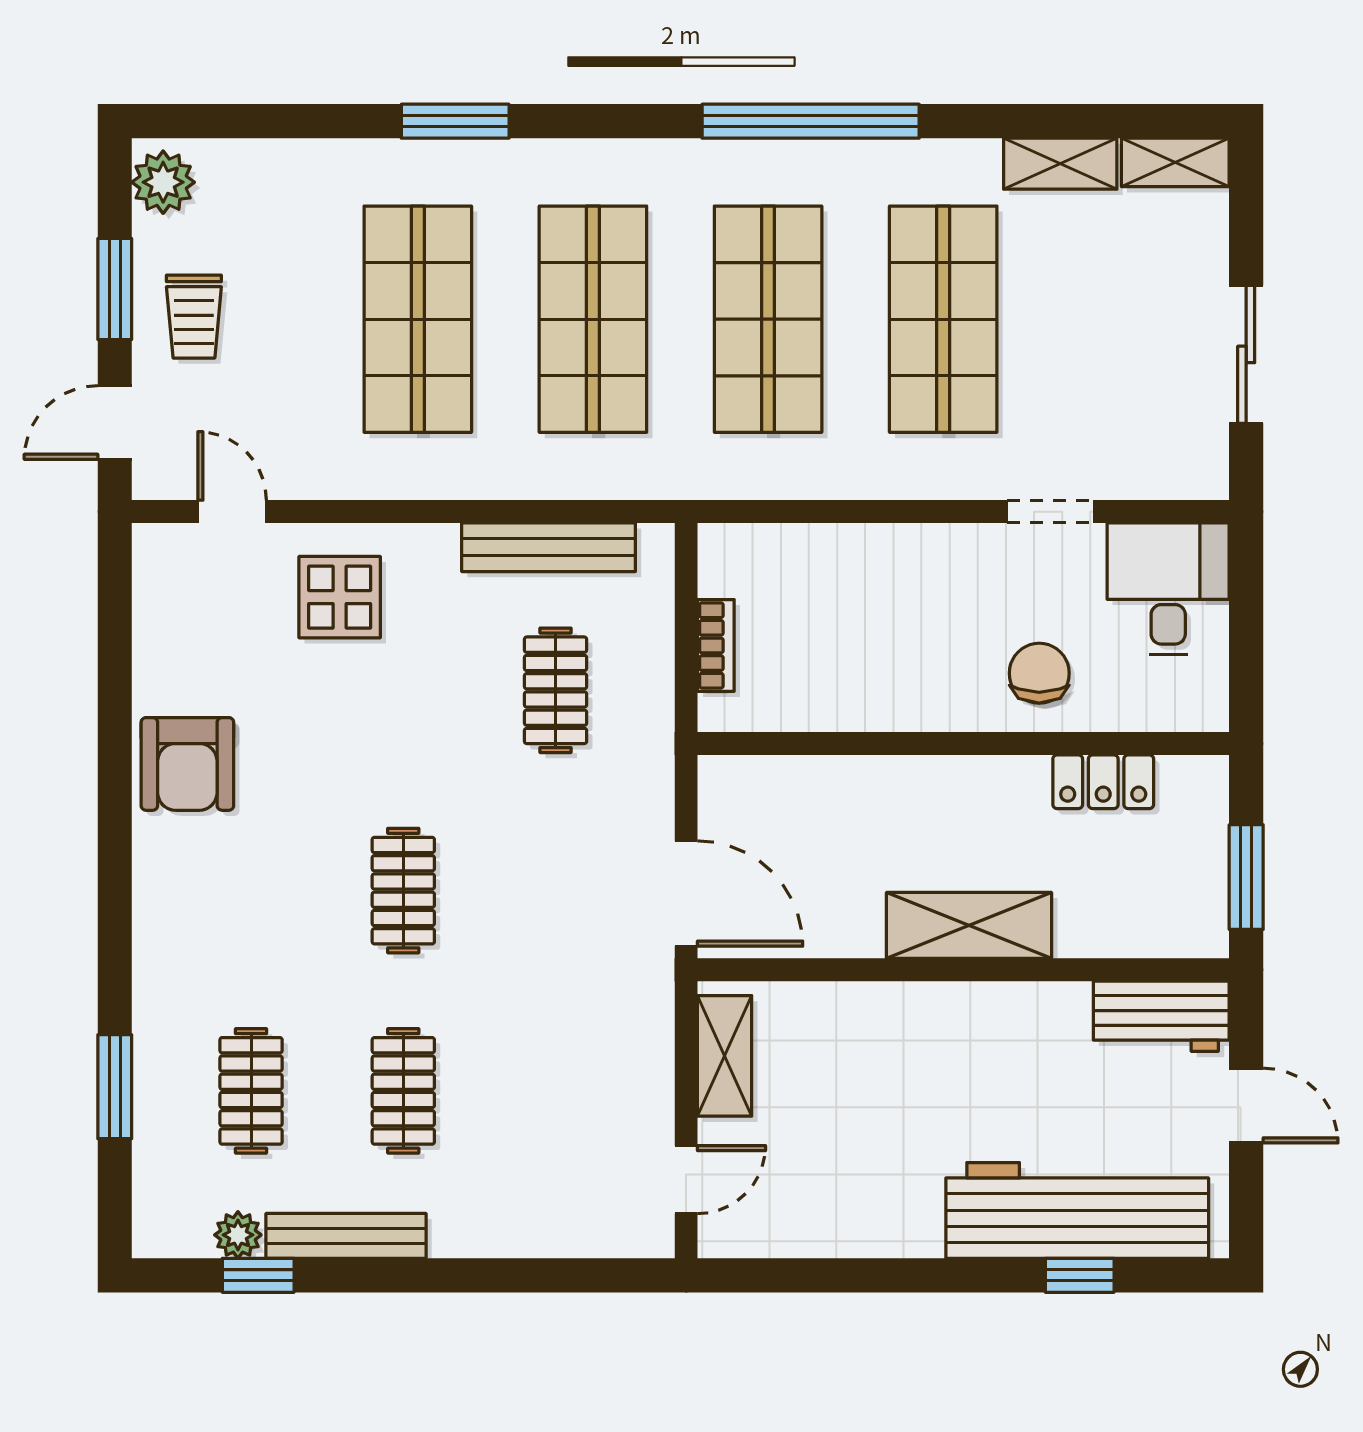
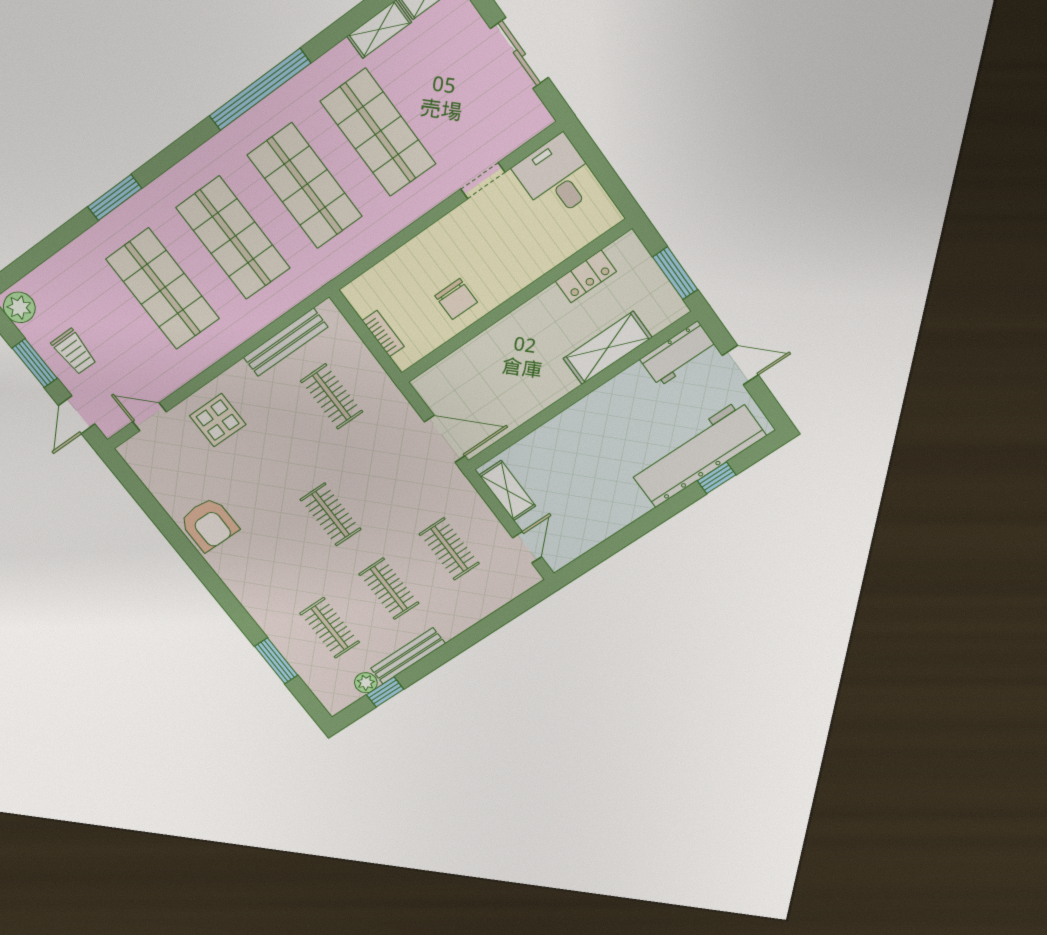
chair: (1039, 673) -> (456, 299), moved, turned 180
shelving: (969, 925) -> (607, 348), moved
clothes rail: (556, 1091) -> (449, 549), added

